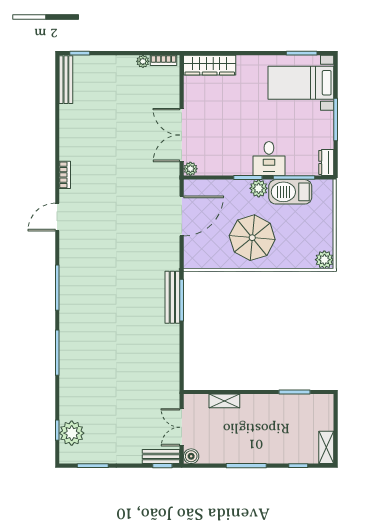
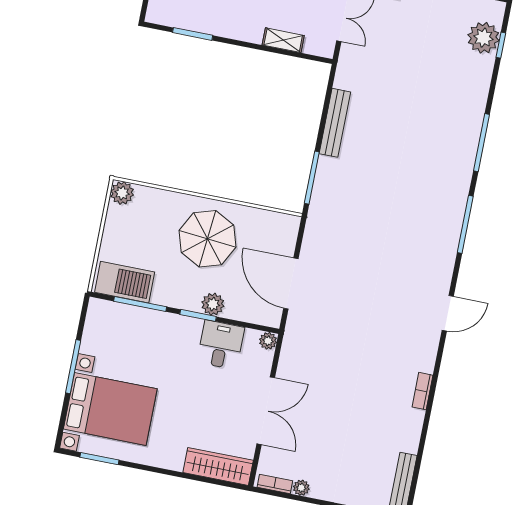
bed with nightstands: (301, 83) -> (110, 409), width x1.36
double door: (182, 135) -> (266, 411), moved
desk: (269, 158) -> (221, 345), moved
dresser: (326, 162) -> (96, 315), removed
bookcase: (65, 175) -> (422, 391), moved
plant: (259, 188) -> (213, 304), moved
barbecue: (290, 192) -> (125, 282), moved
door: (182, 216) -> (291, 284), hinge flipped
bench: (172, 297) -> (335, 123), moved

